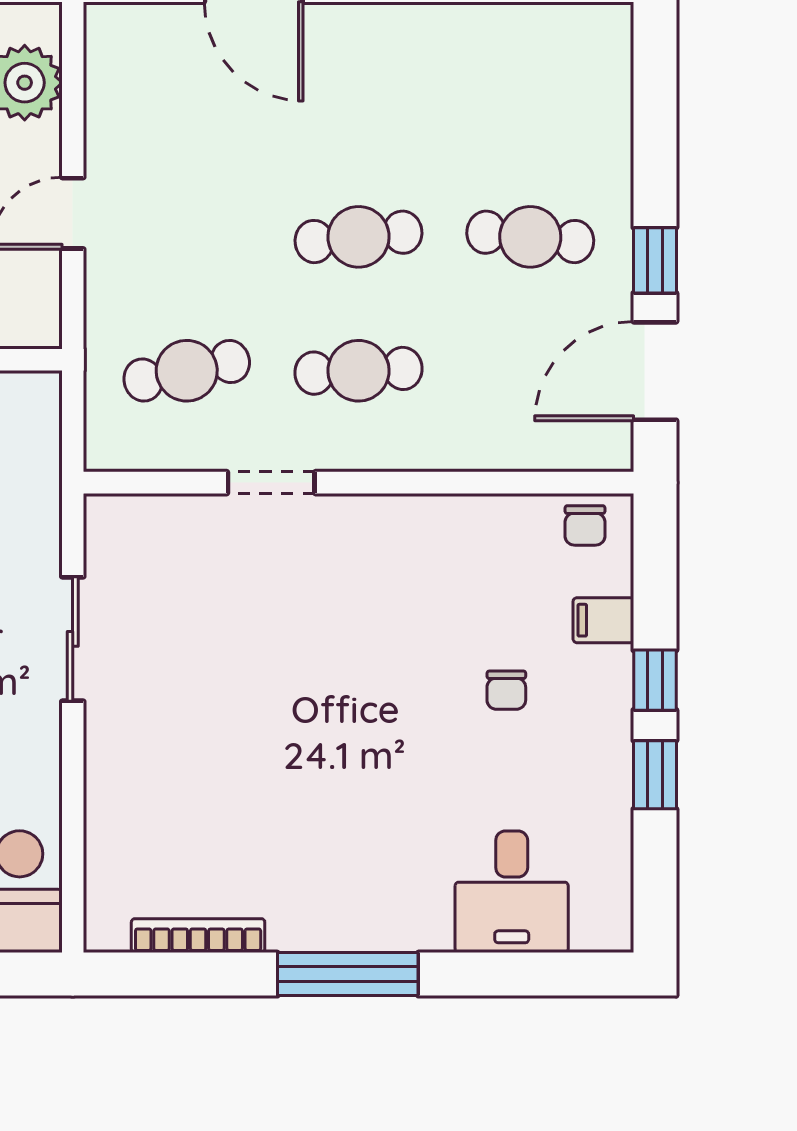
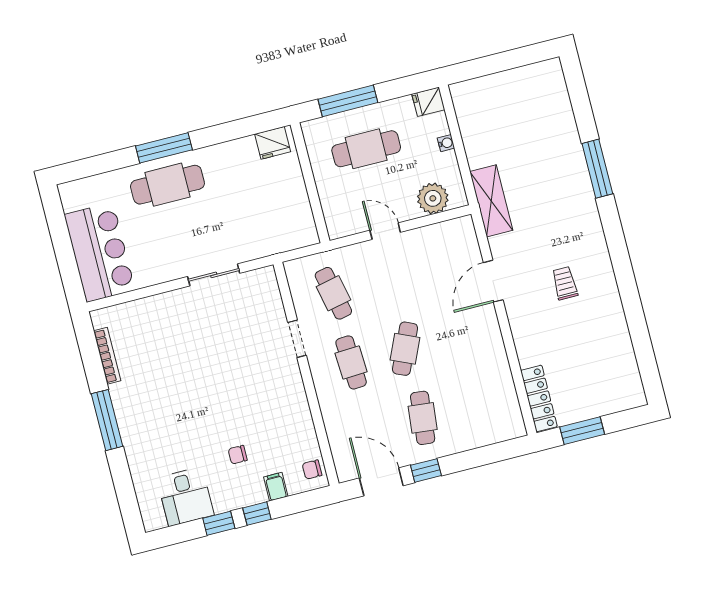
cafe table: (358, 237) -> (405, 349), turned 30
desk: (512, 892) -> (185, 497), moved, turned -90

